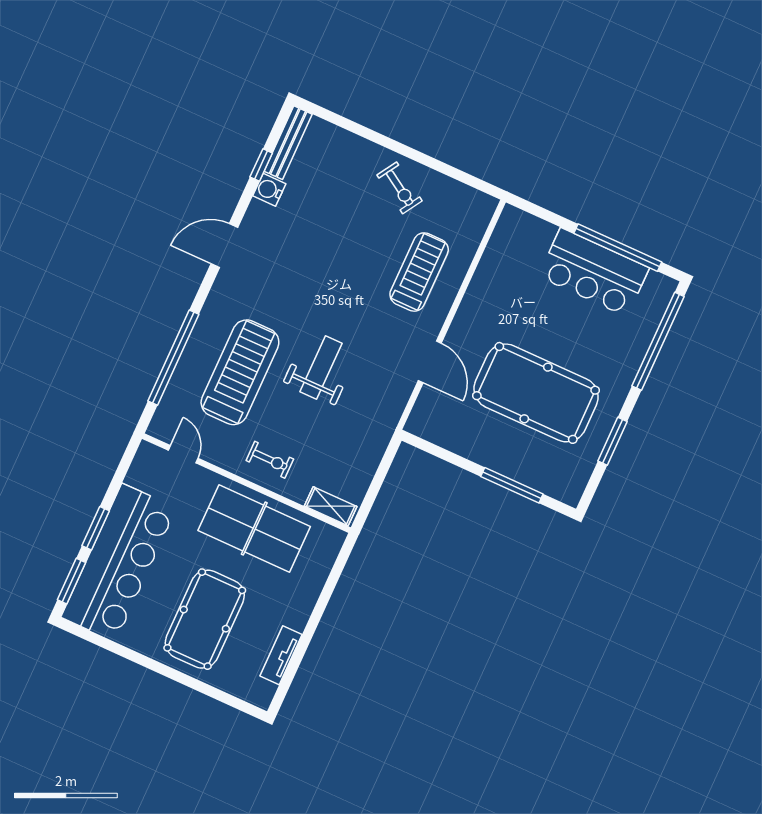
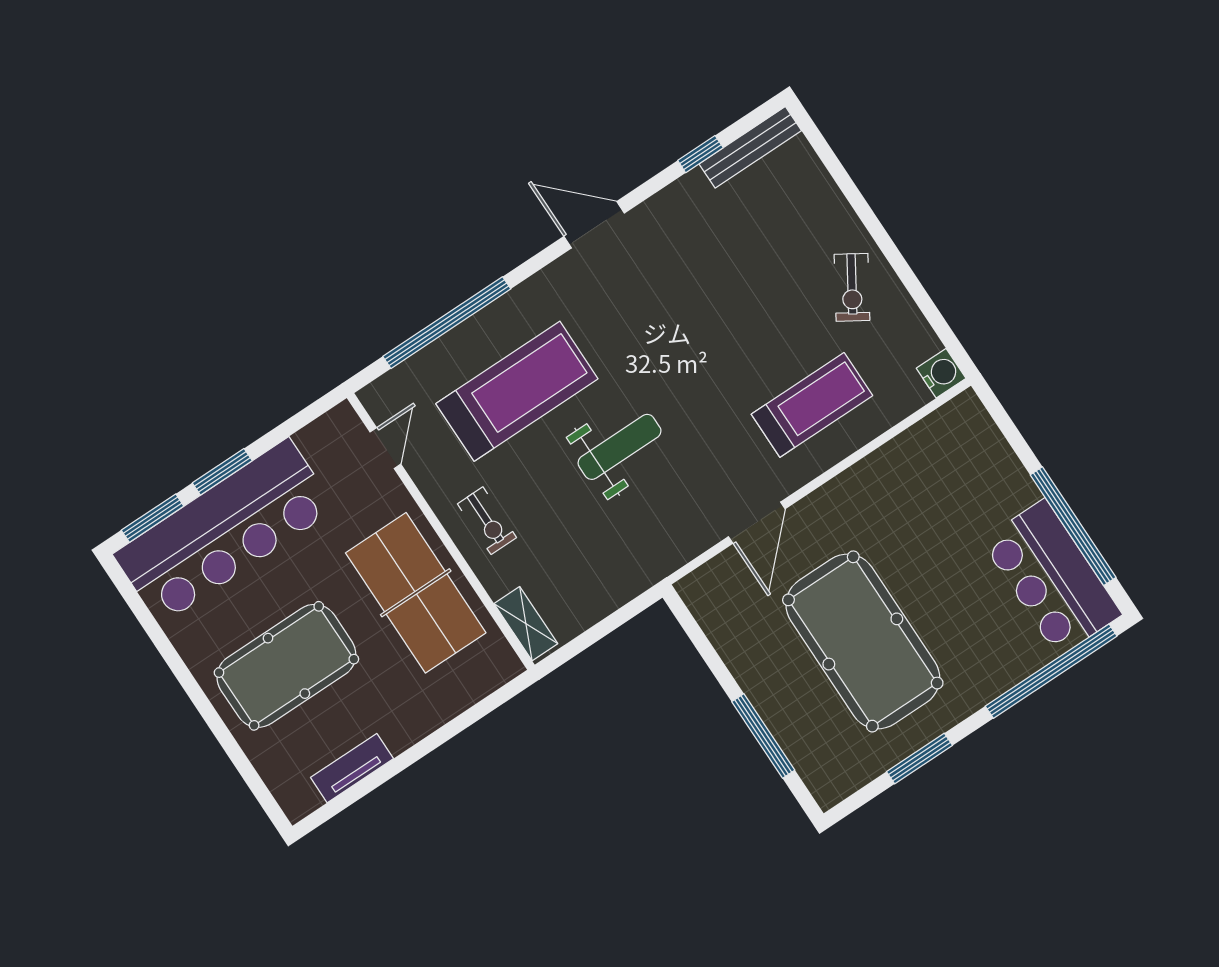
water cooler: (269, 190) -> (941, 373), moved, turned 90
bar counter: (594, 272) -> (1051, 578), moved

